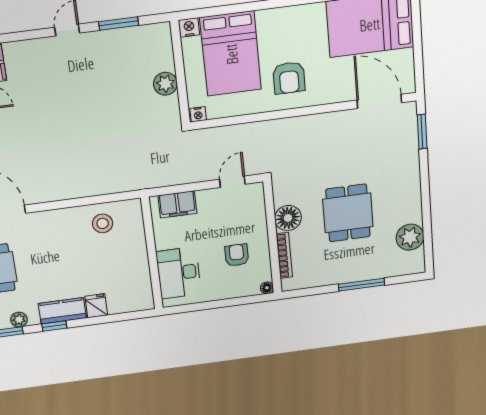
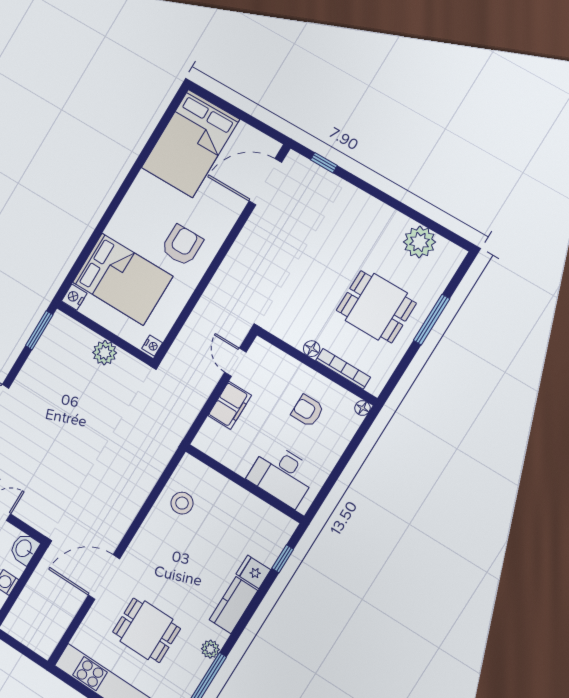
window: (119, 23) -> (39, 330), moved
armchair: (289, 78) -> (182, 245), turned -90
window: (422, 132) -> (324, 163), width x0.67
filing cabinet: (177, 204) -> (230, 405), moved
dining table: (348, 213) -> (376, 307), moved
floor lamp: (288, 218) -> (312, 349), width x0.53, depth x0.53
window: (54, 326) -> (283, 559), moved

